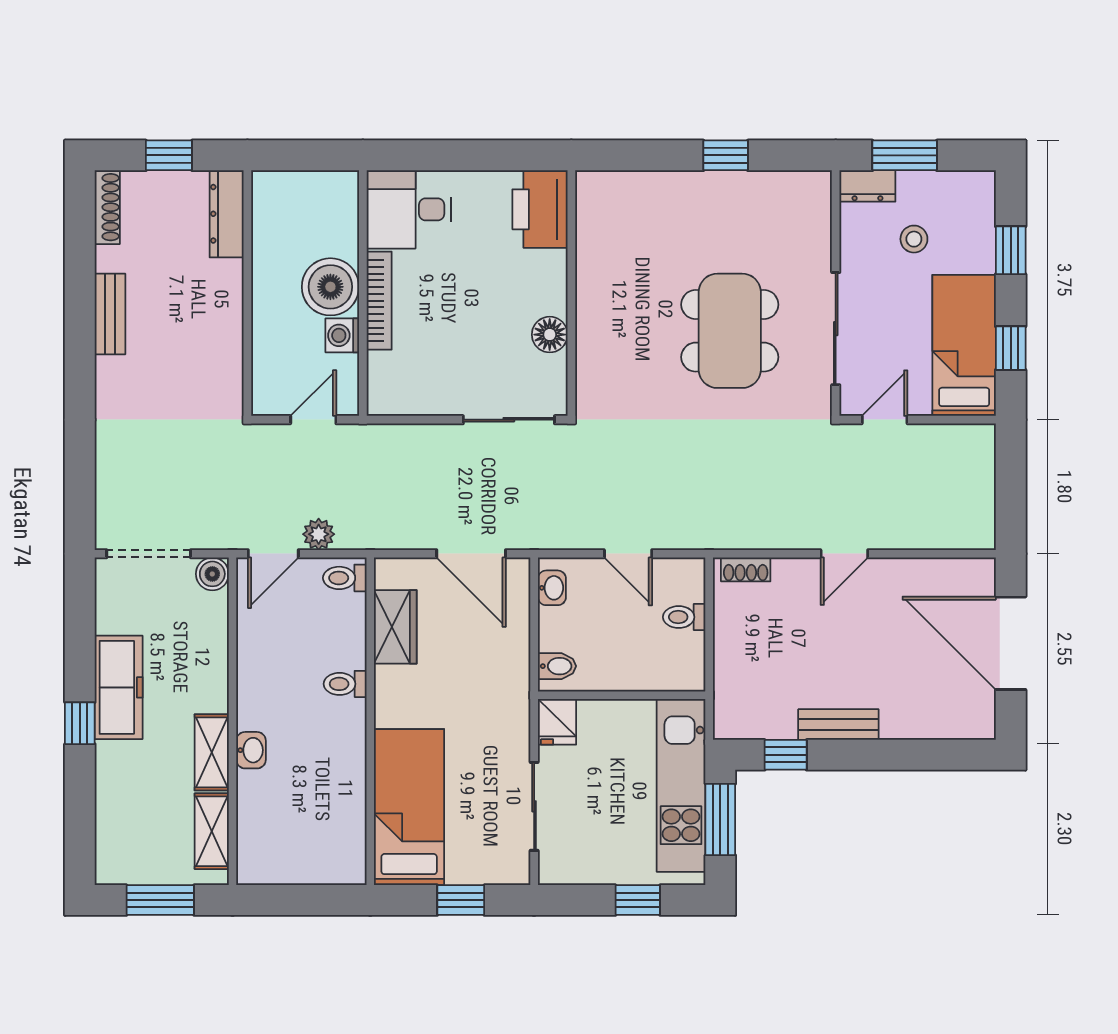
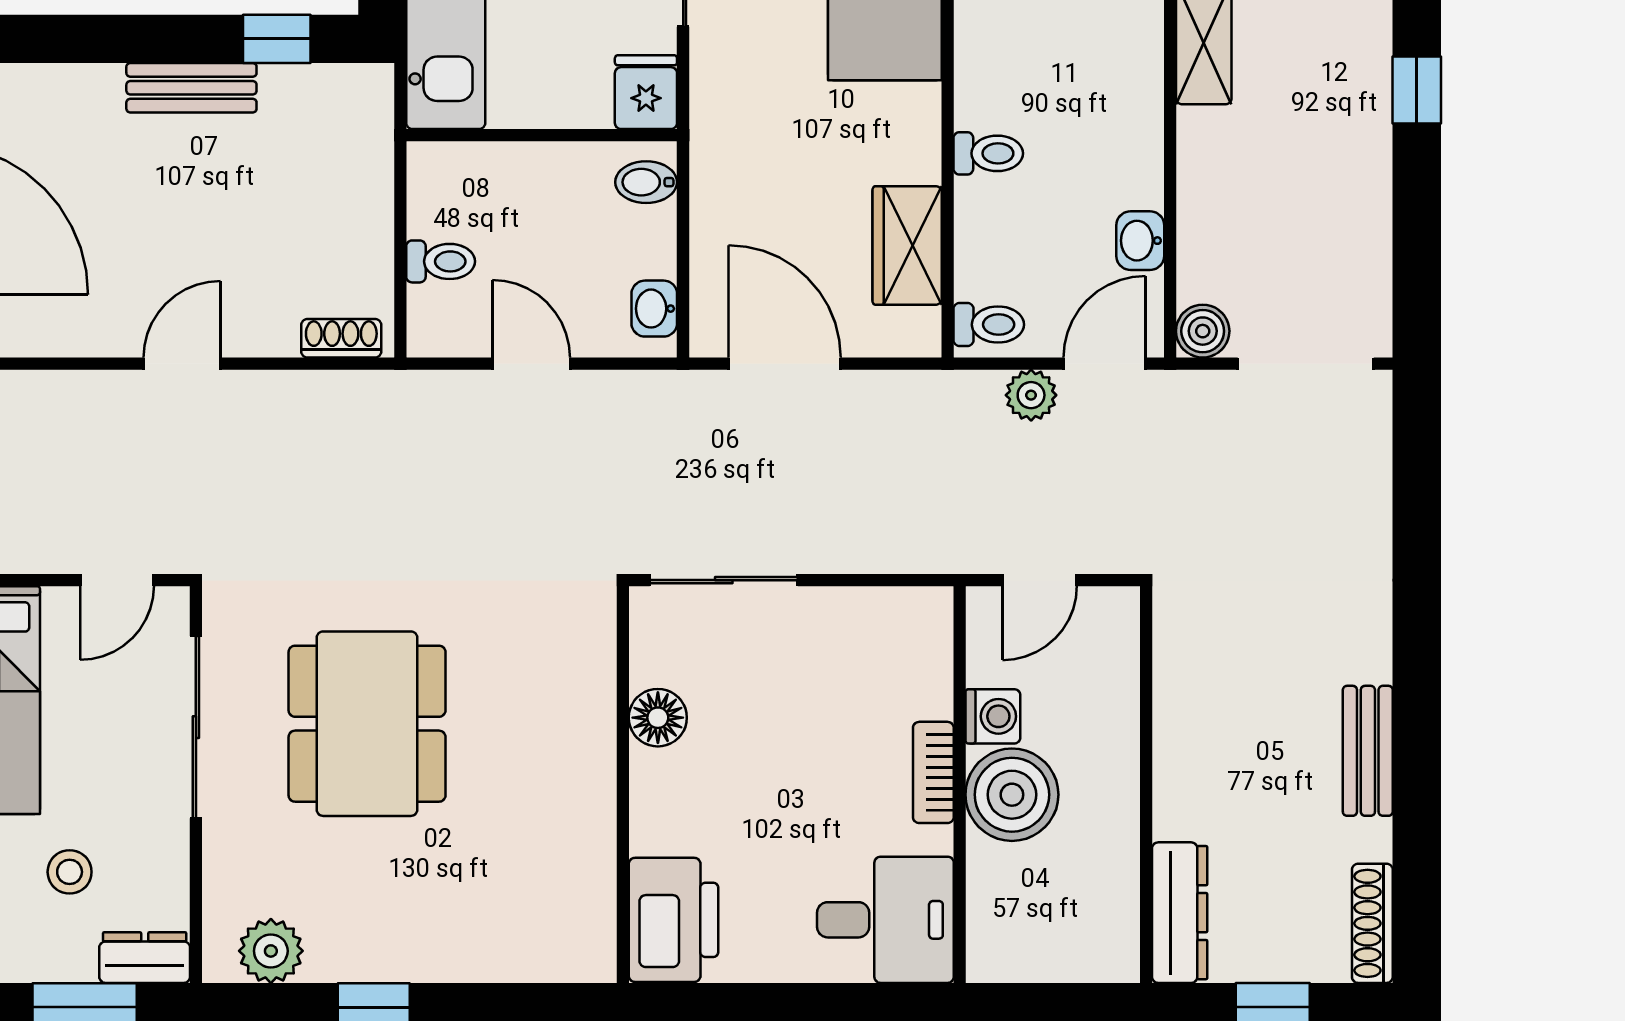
plant: (789, 190) -> (271, 951), added
bookcase: (379, 301) -> (933, 772), width x0.64
freezer: (119, 687) -> (1354, 148), removed
washbasin: (251, 750) -> (1140, 241), moved

